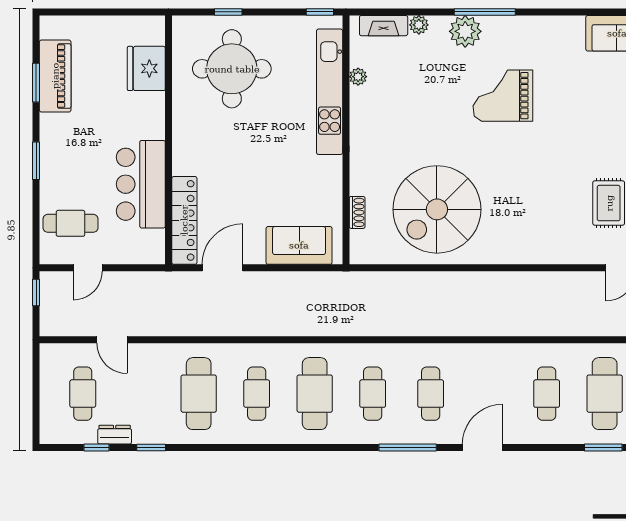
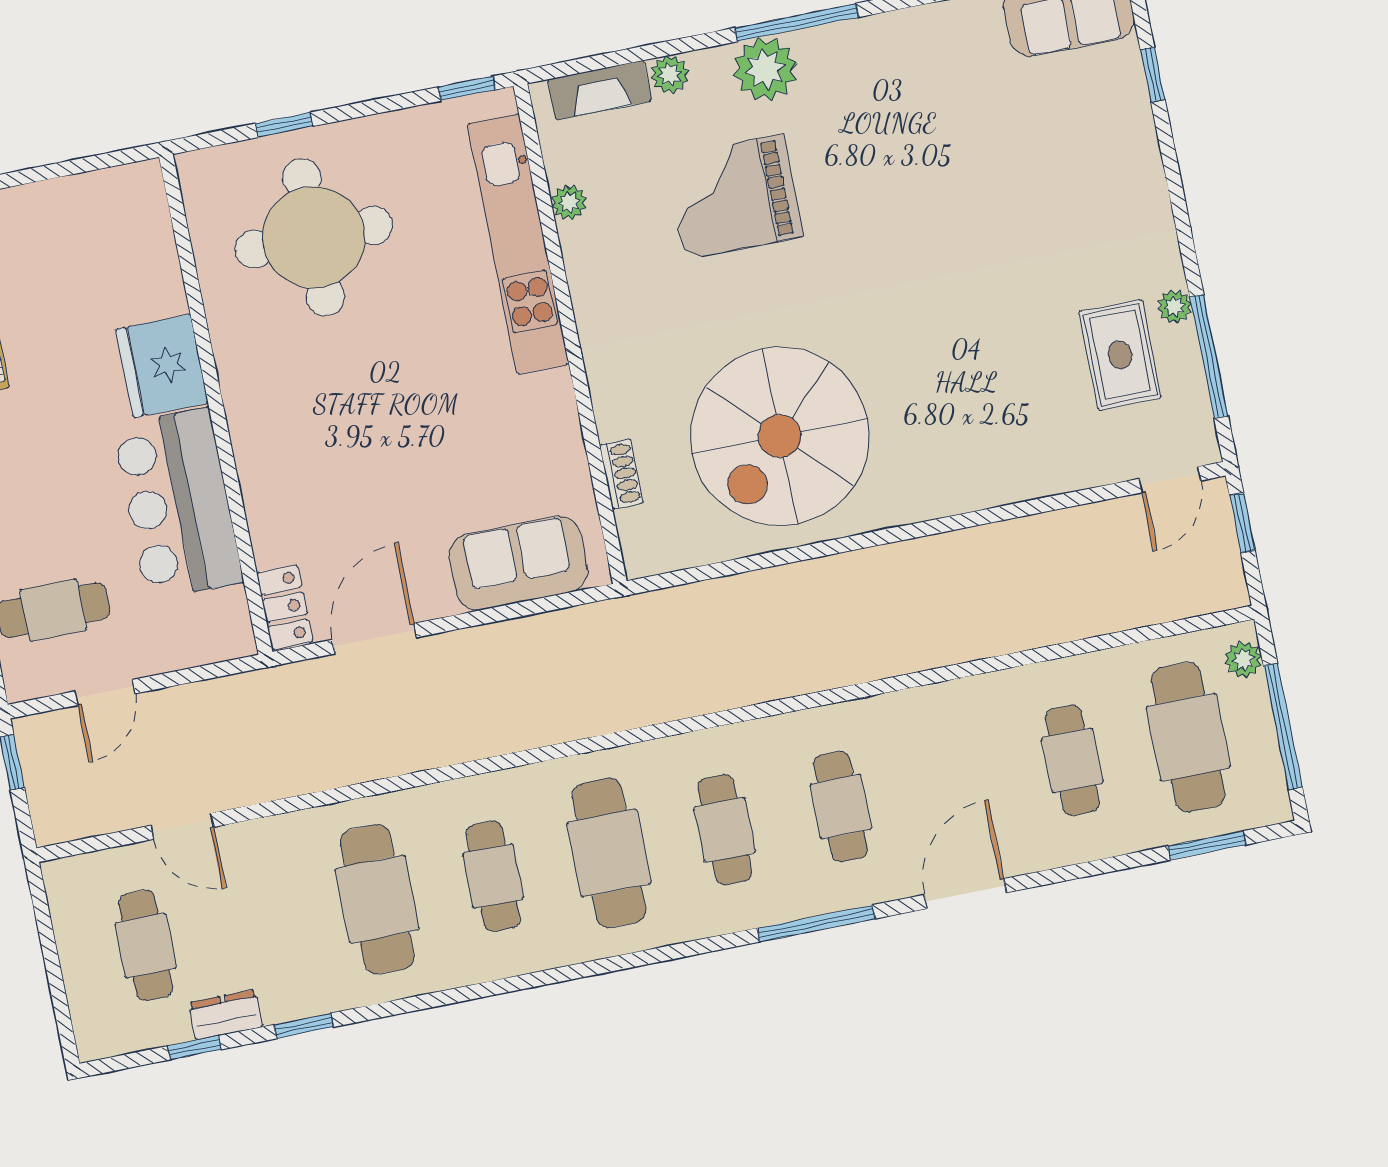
fridge: (146, 68) -> (162, 366), moved
grand piano: (503, 96) -> (734, 197), moved
locker: (184, 220) -> (285, 607), width x0.46, depth x0.83

